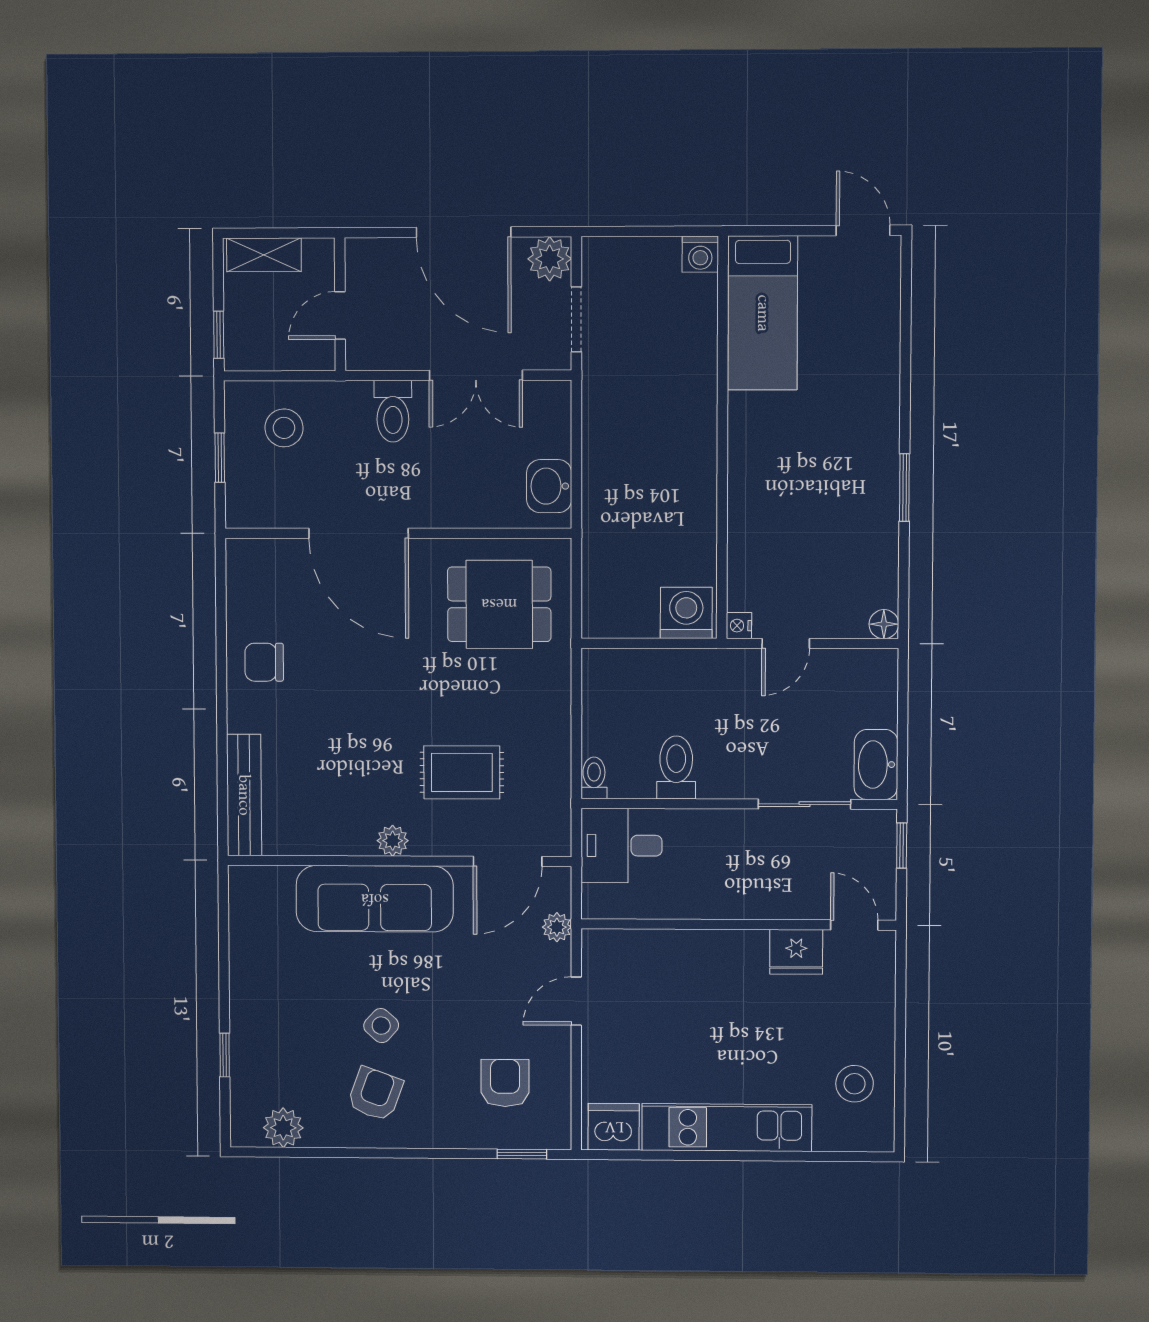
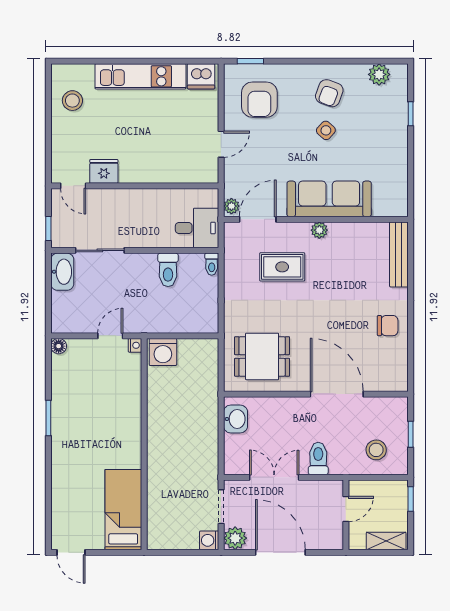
washing machine: (700, 254) -> (209, 540), moved, turned -90
plant: (557, 927) -> (231, 206), moved
armchair: (505, 1083) -> (259, 100), width x1.38, depth x1.38

